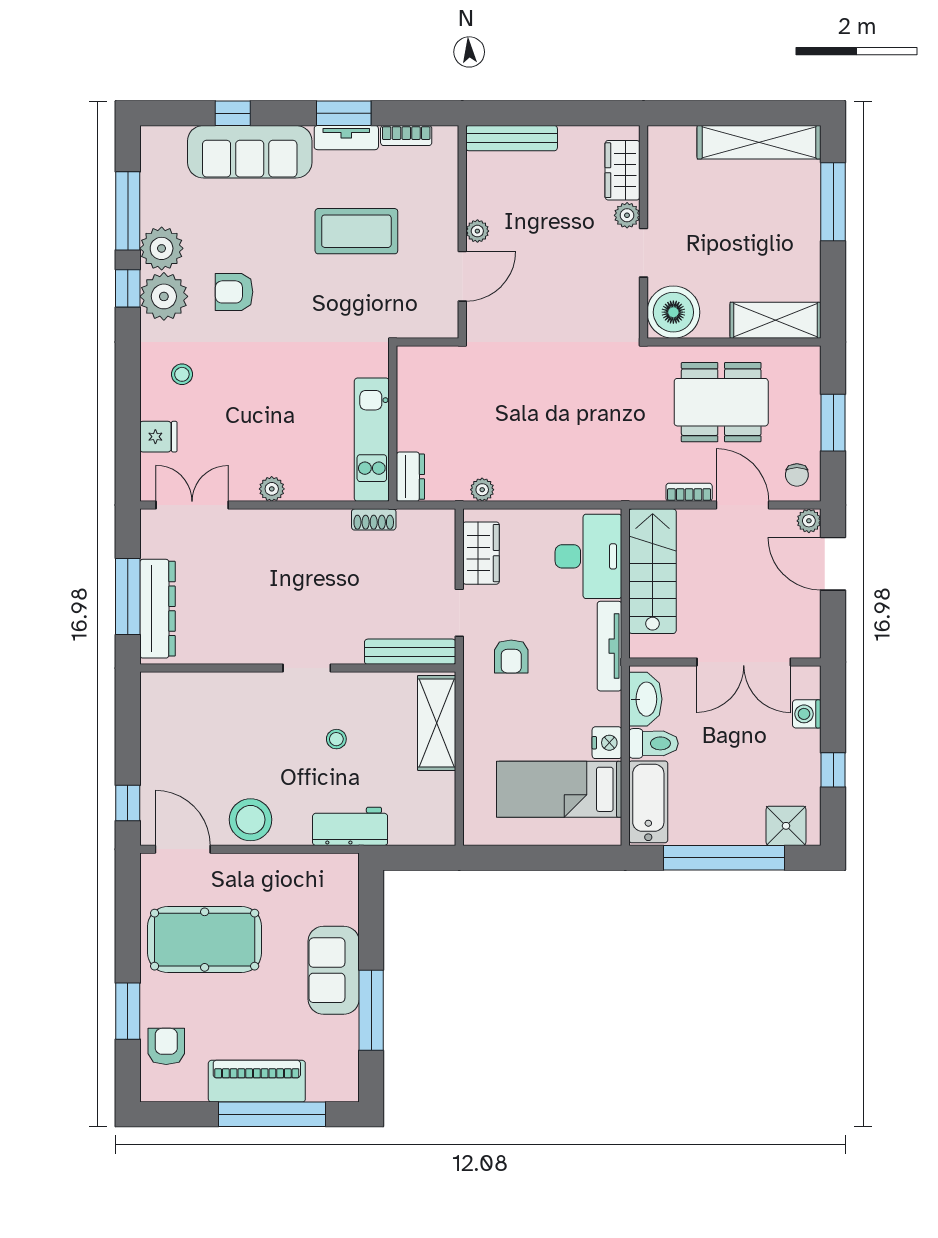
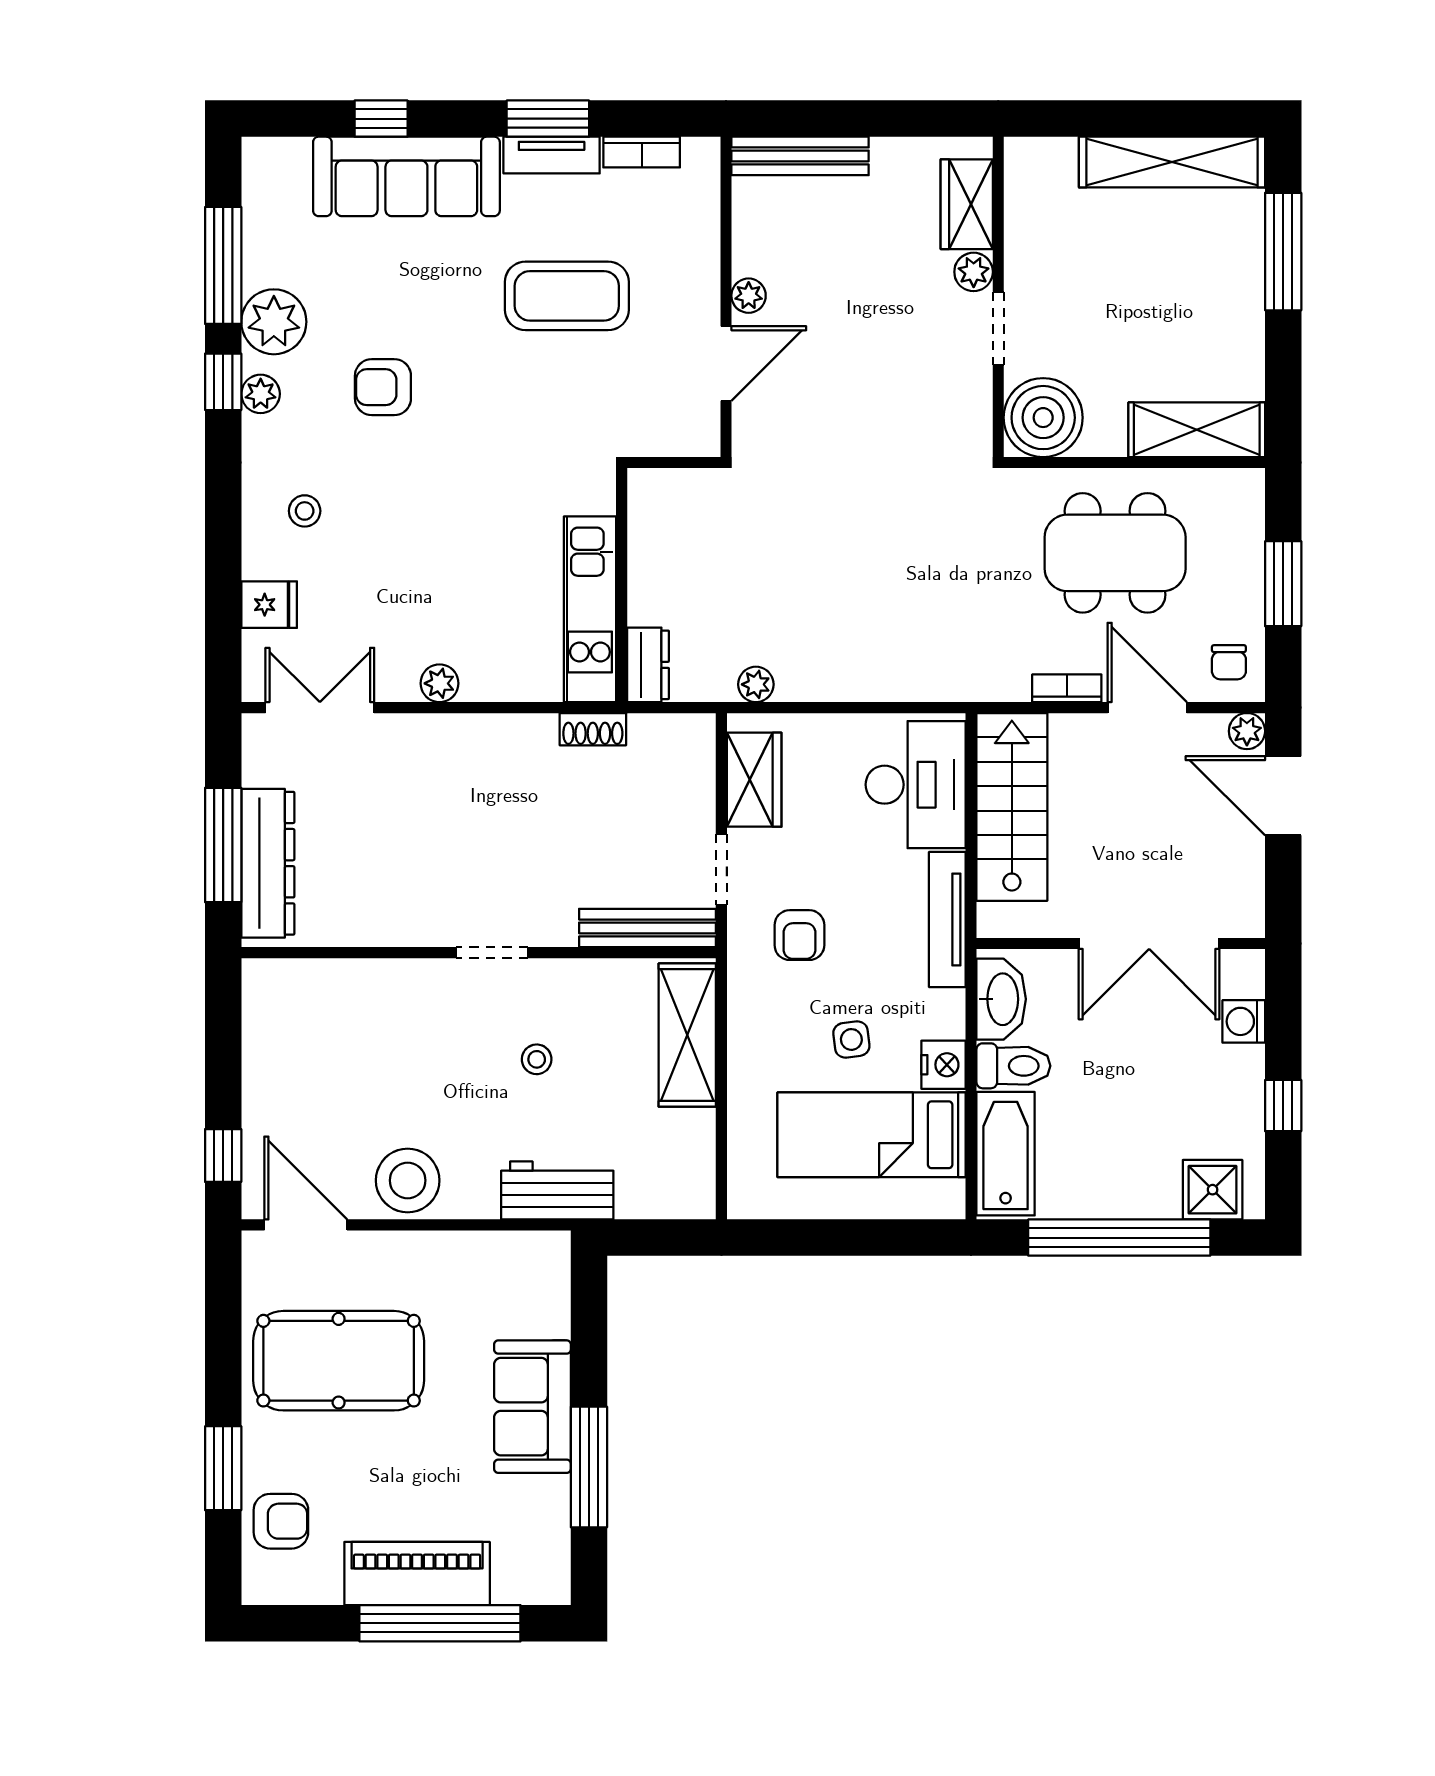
plant: (164, 296) -> (261, 394), width x0.53, depth x0.53
side table: (546, 726) -> (851, 1039), added
armchair: (166, 1046) -> (281, 1521), turned 90

